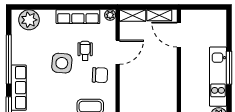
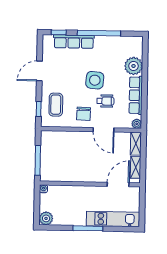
plant: (29, 20) -> (134, 66), moved
kitchen unit: (218, 77) -> (113, 219), moved

